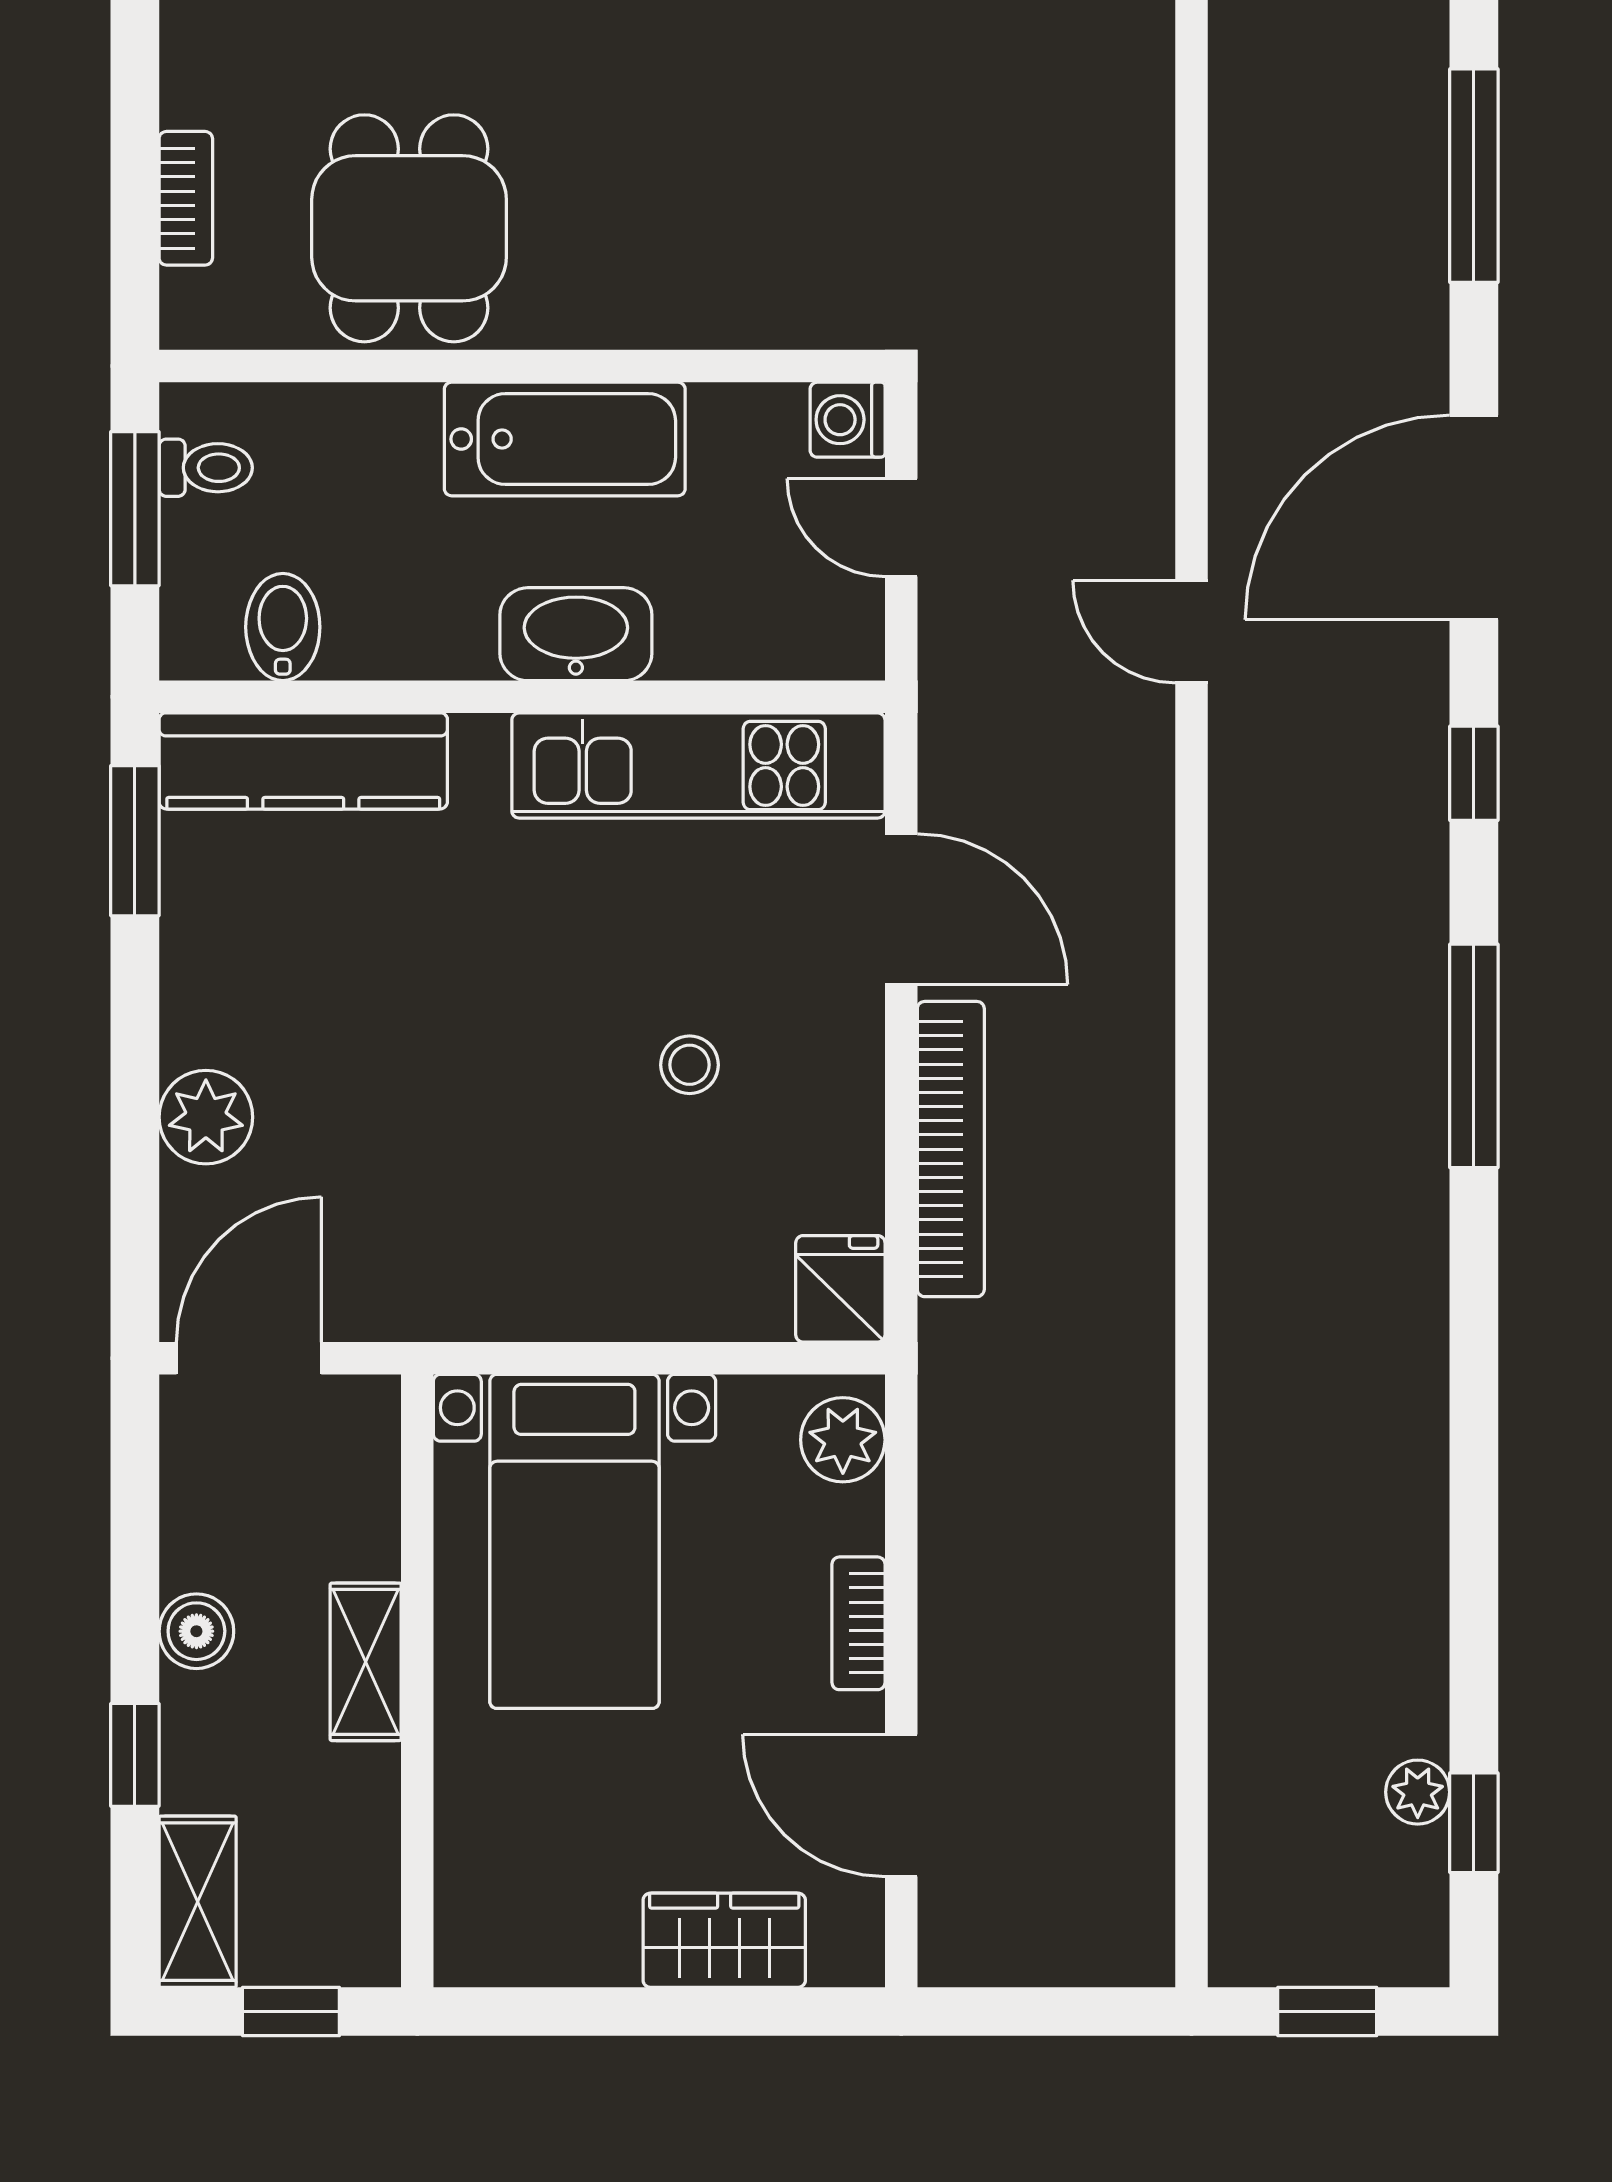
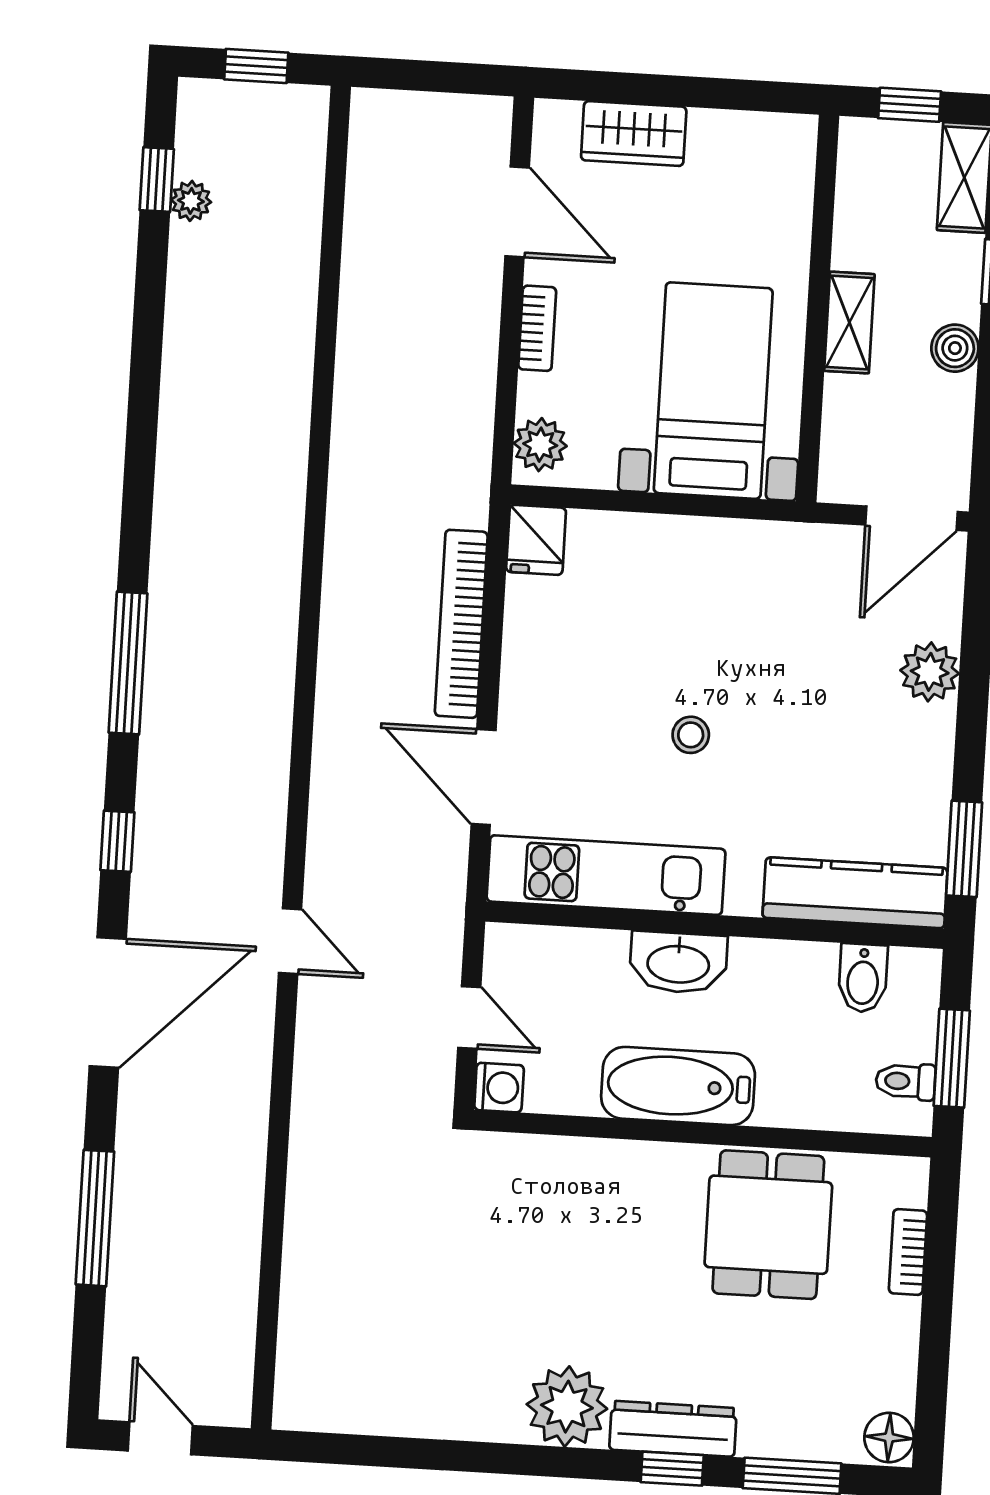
stool: (690, 1065) -> (691, 735), moved

